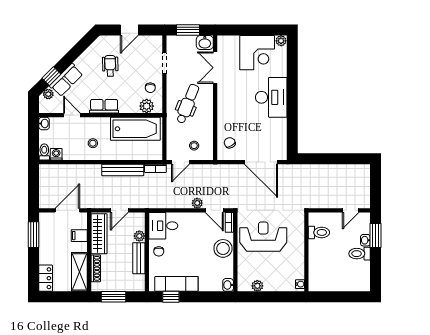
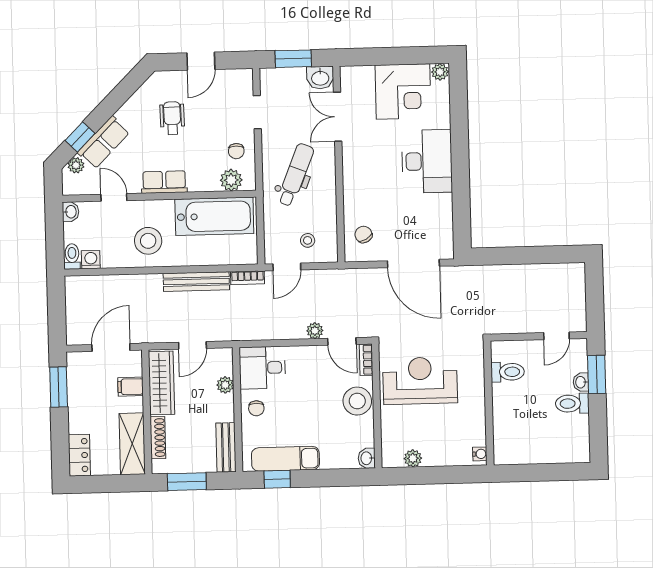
stool: (93, 143) -> (148, 241), width x1.89, depth x1.89
bench: (139, 258) -> (226, 447), moved

